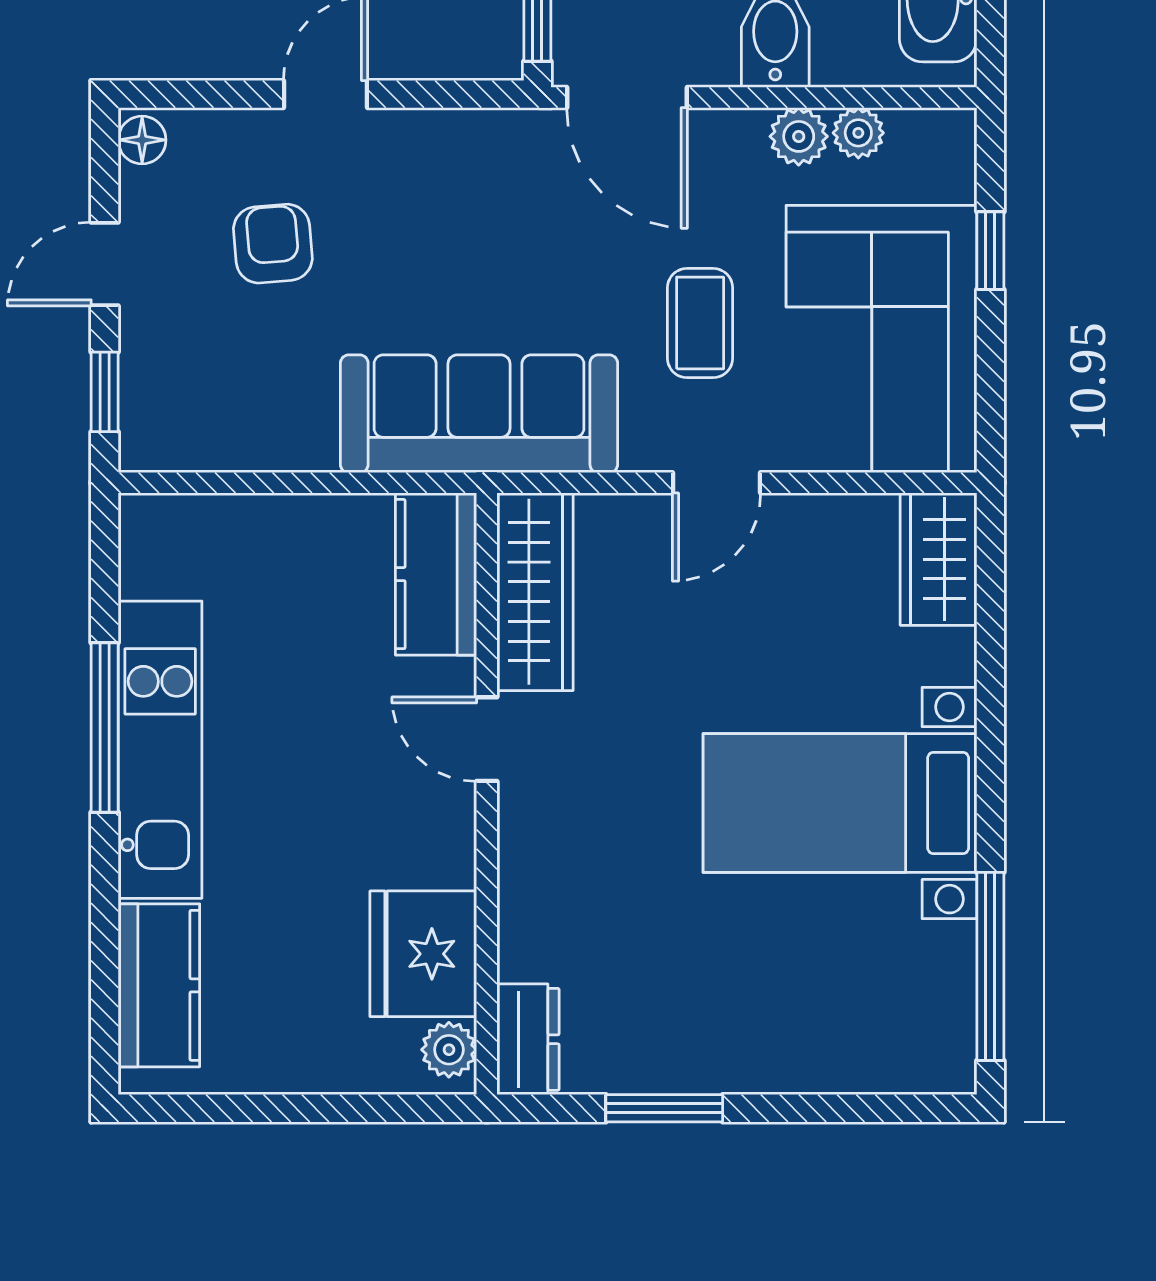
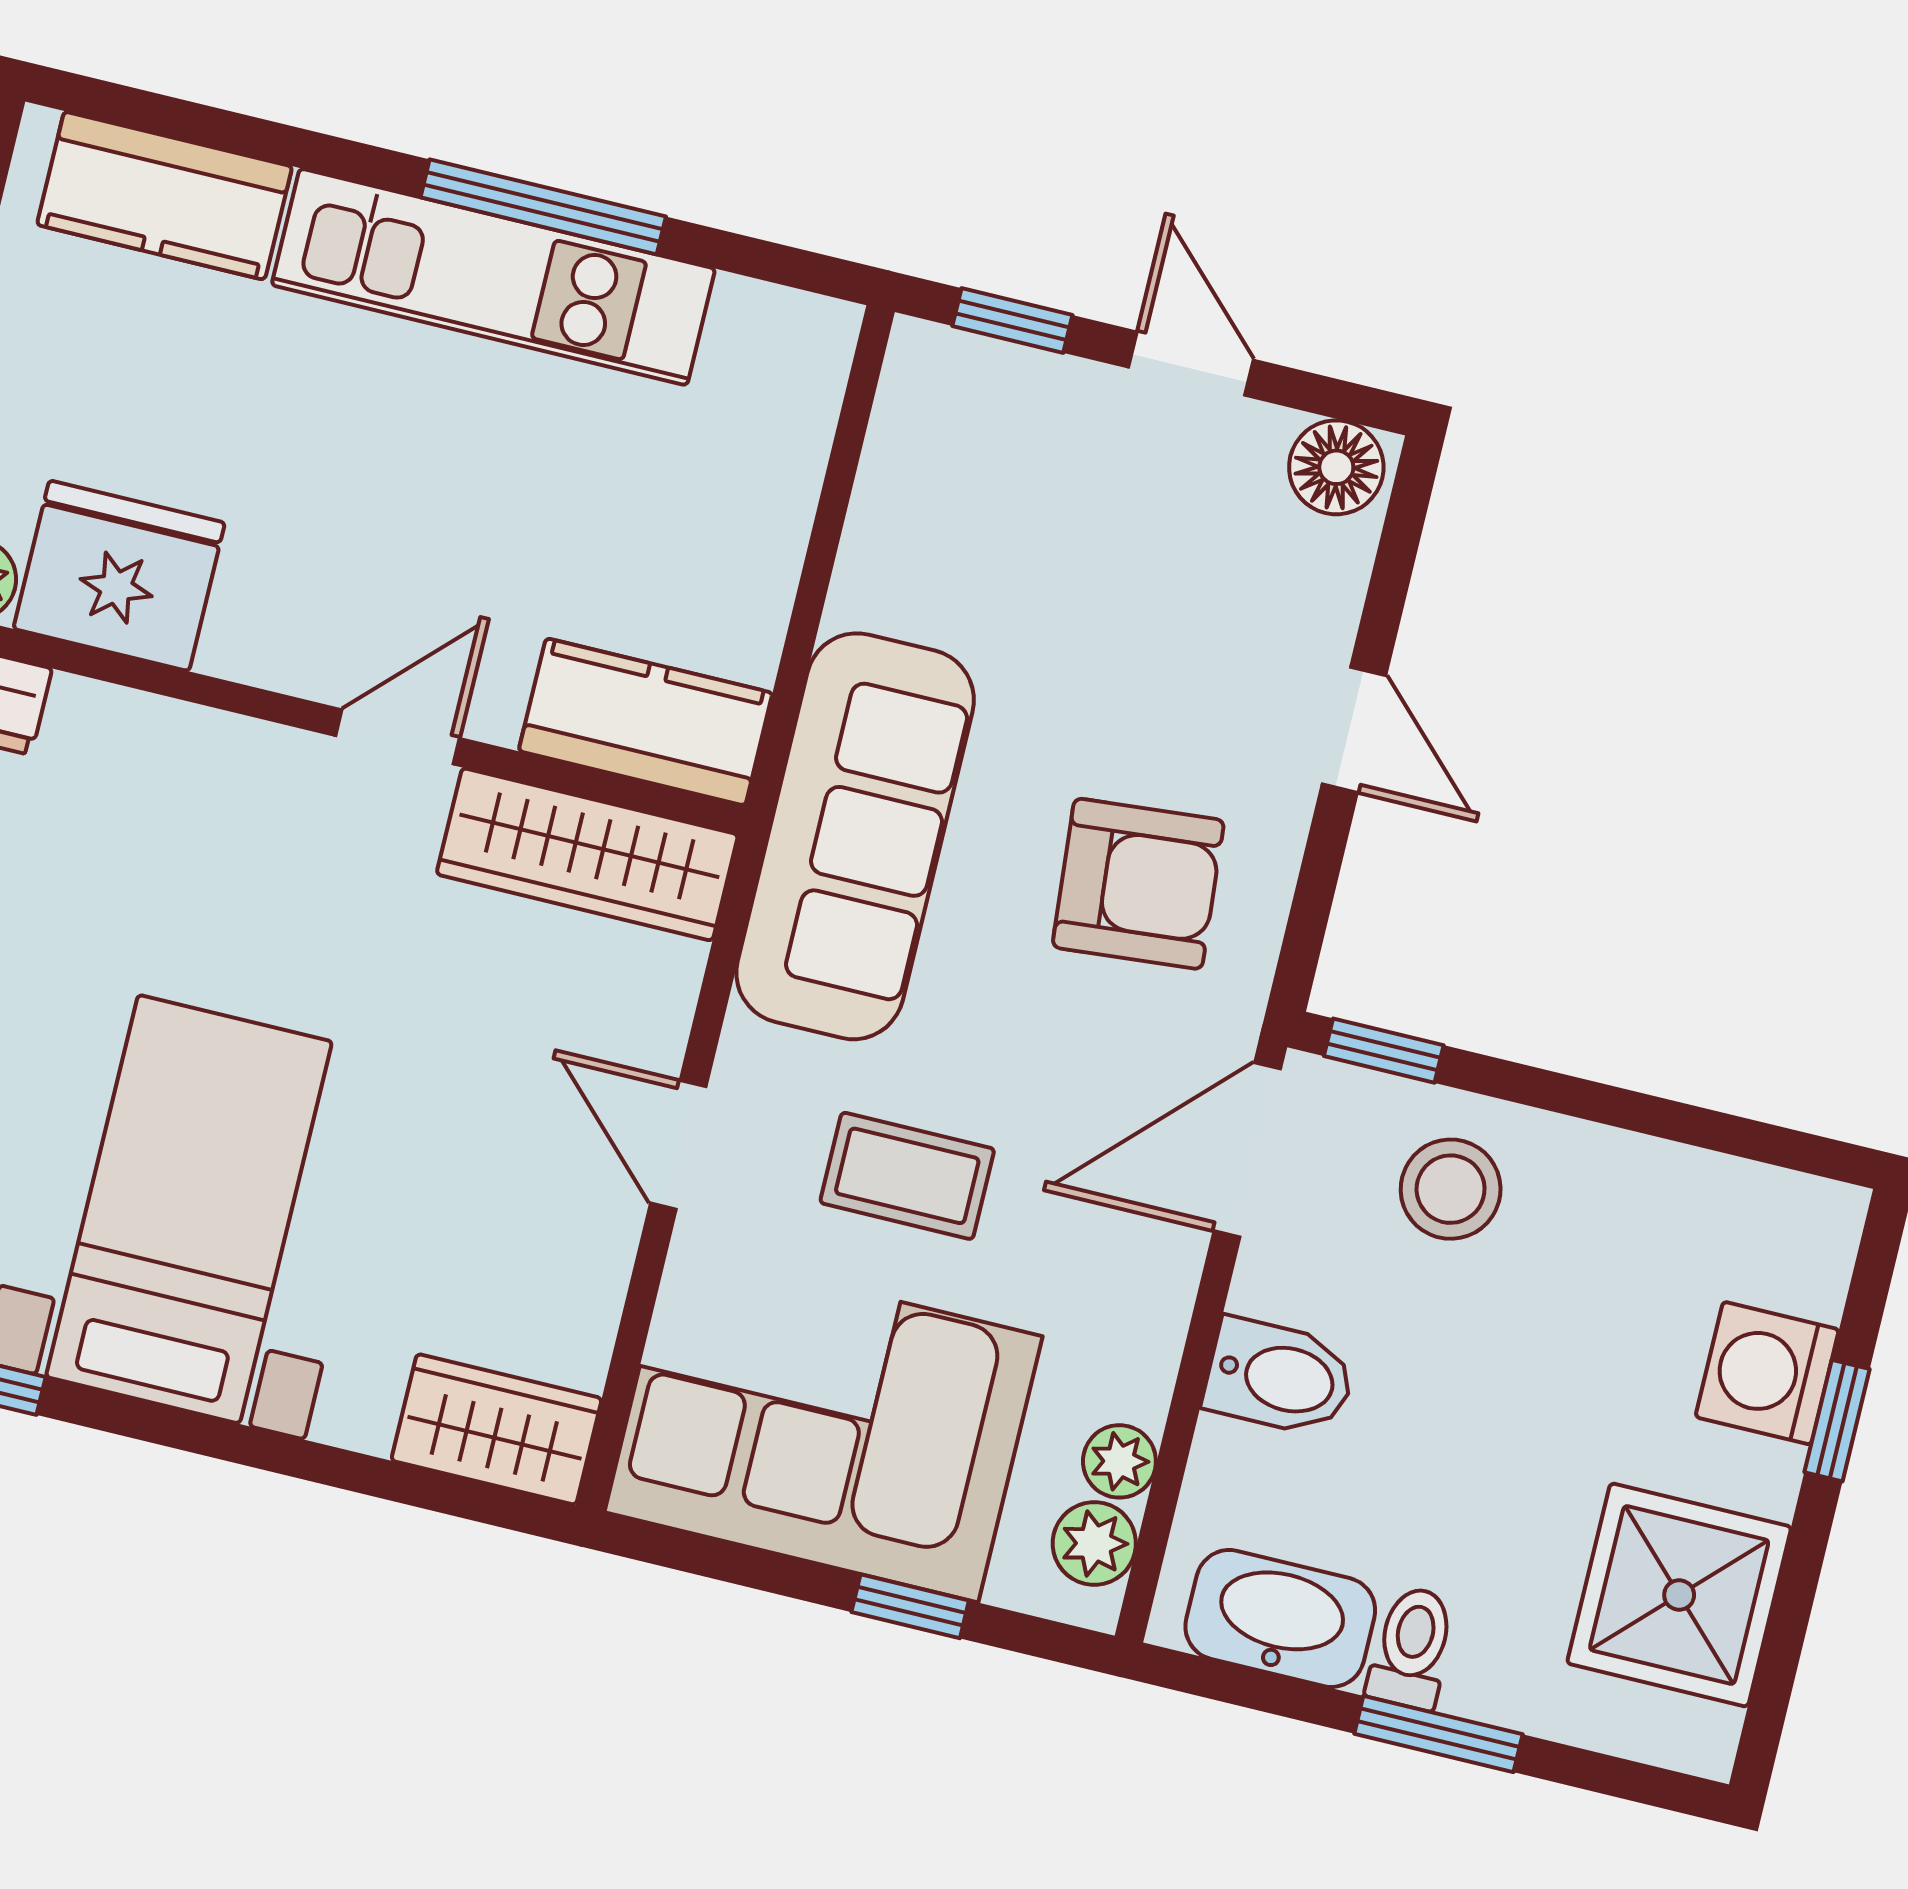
plant: (799, 136) -> (1094, 1543), moved
floor lamp: (142, 140) -> (1336, 467), width x1.37, depth x1.37
armchair: (273, 244) -> (1138, 884), moved, width x1.38, depth x1.38

